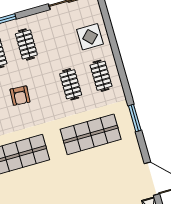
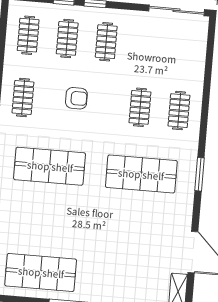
display table: (90, 37) -> (183, 61), removed
armchair: (20, 96) -> (76, 98), turned -94

